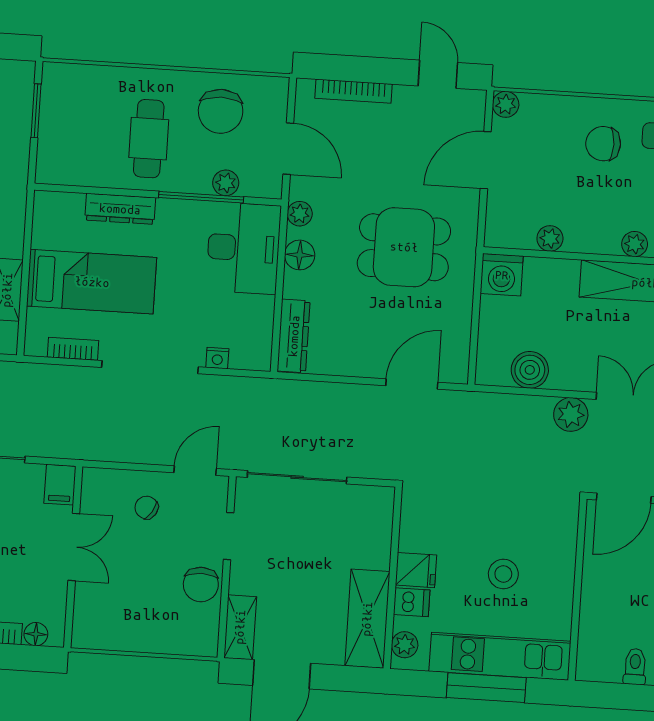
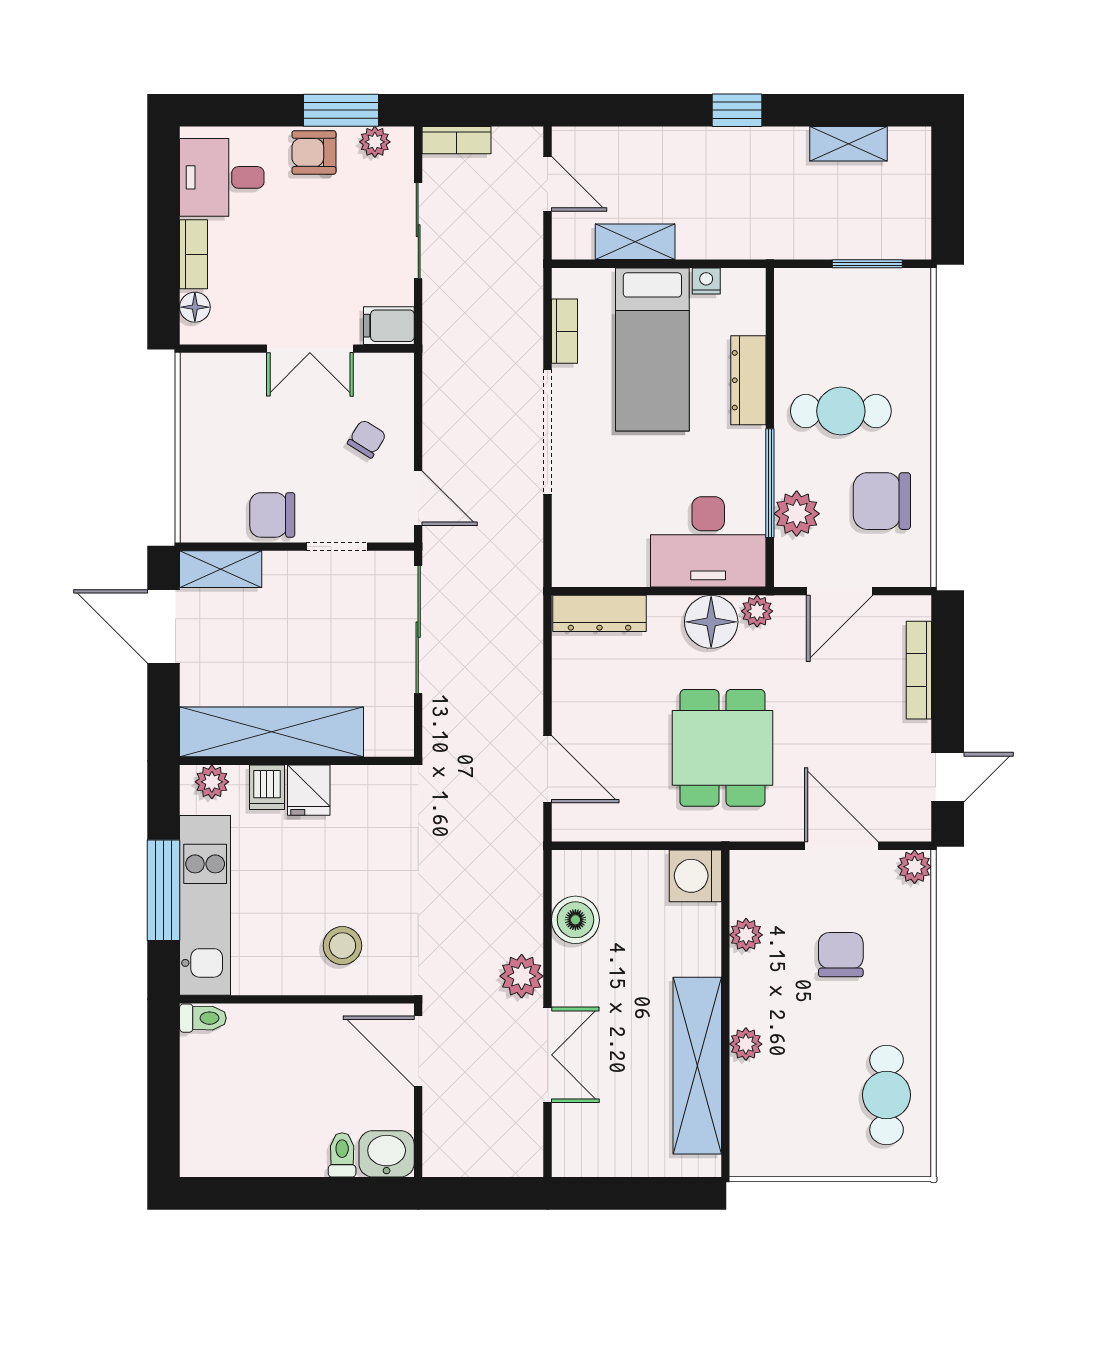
chair: (603, 144) -> (841, 955), moved
plant: (226, 183) -> (797, 514), width x1.38, depth x1.38
floor lamp: (300, 255) -> (711, 622), width x1.38, depth x1.38
nightstand: (217, 358) -> (706, 281), moved, turned 90
stool: (503, 574) -> (342, 946), moved
shelving: (367, 619) -> (272, 732), width x1.47
toilet: (635, 667) -> (203, 1018), moved

